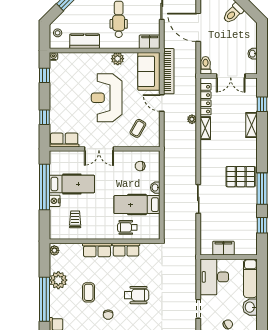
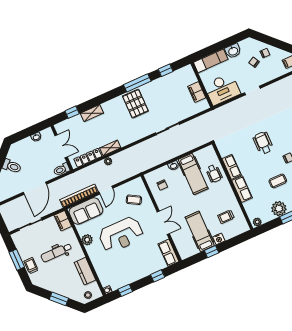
window: (45, 187) -> (212, 252), width x0.32

